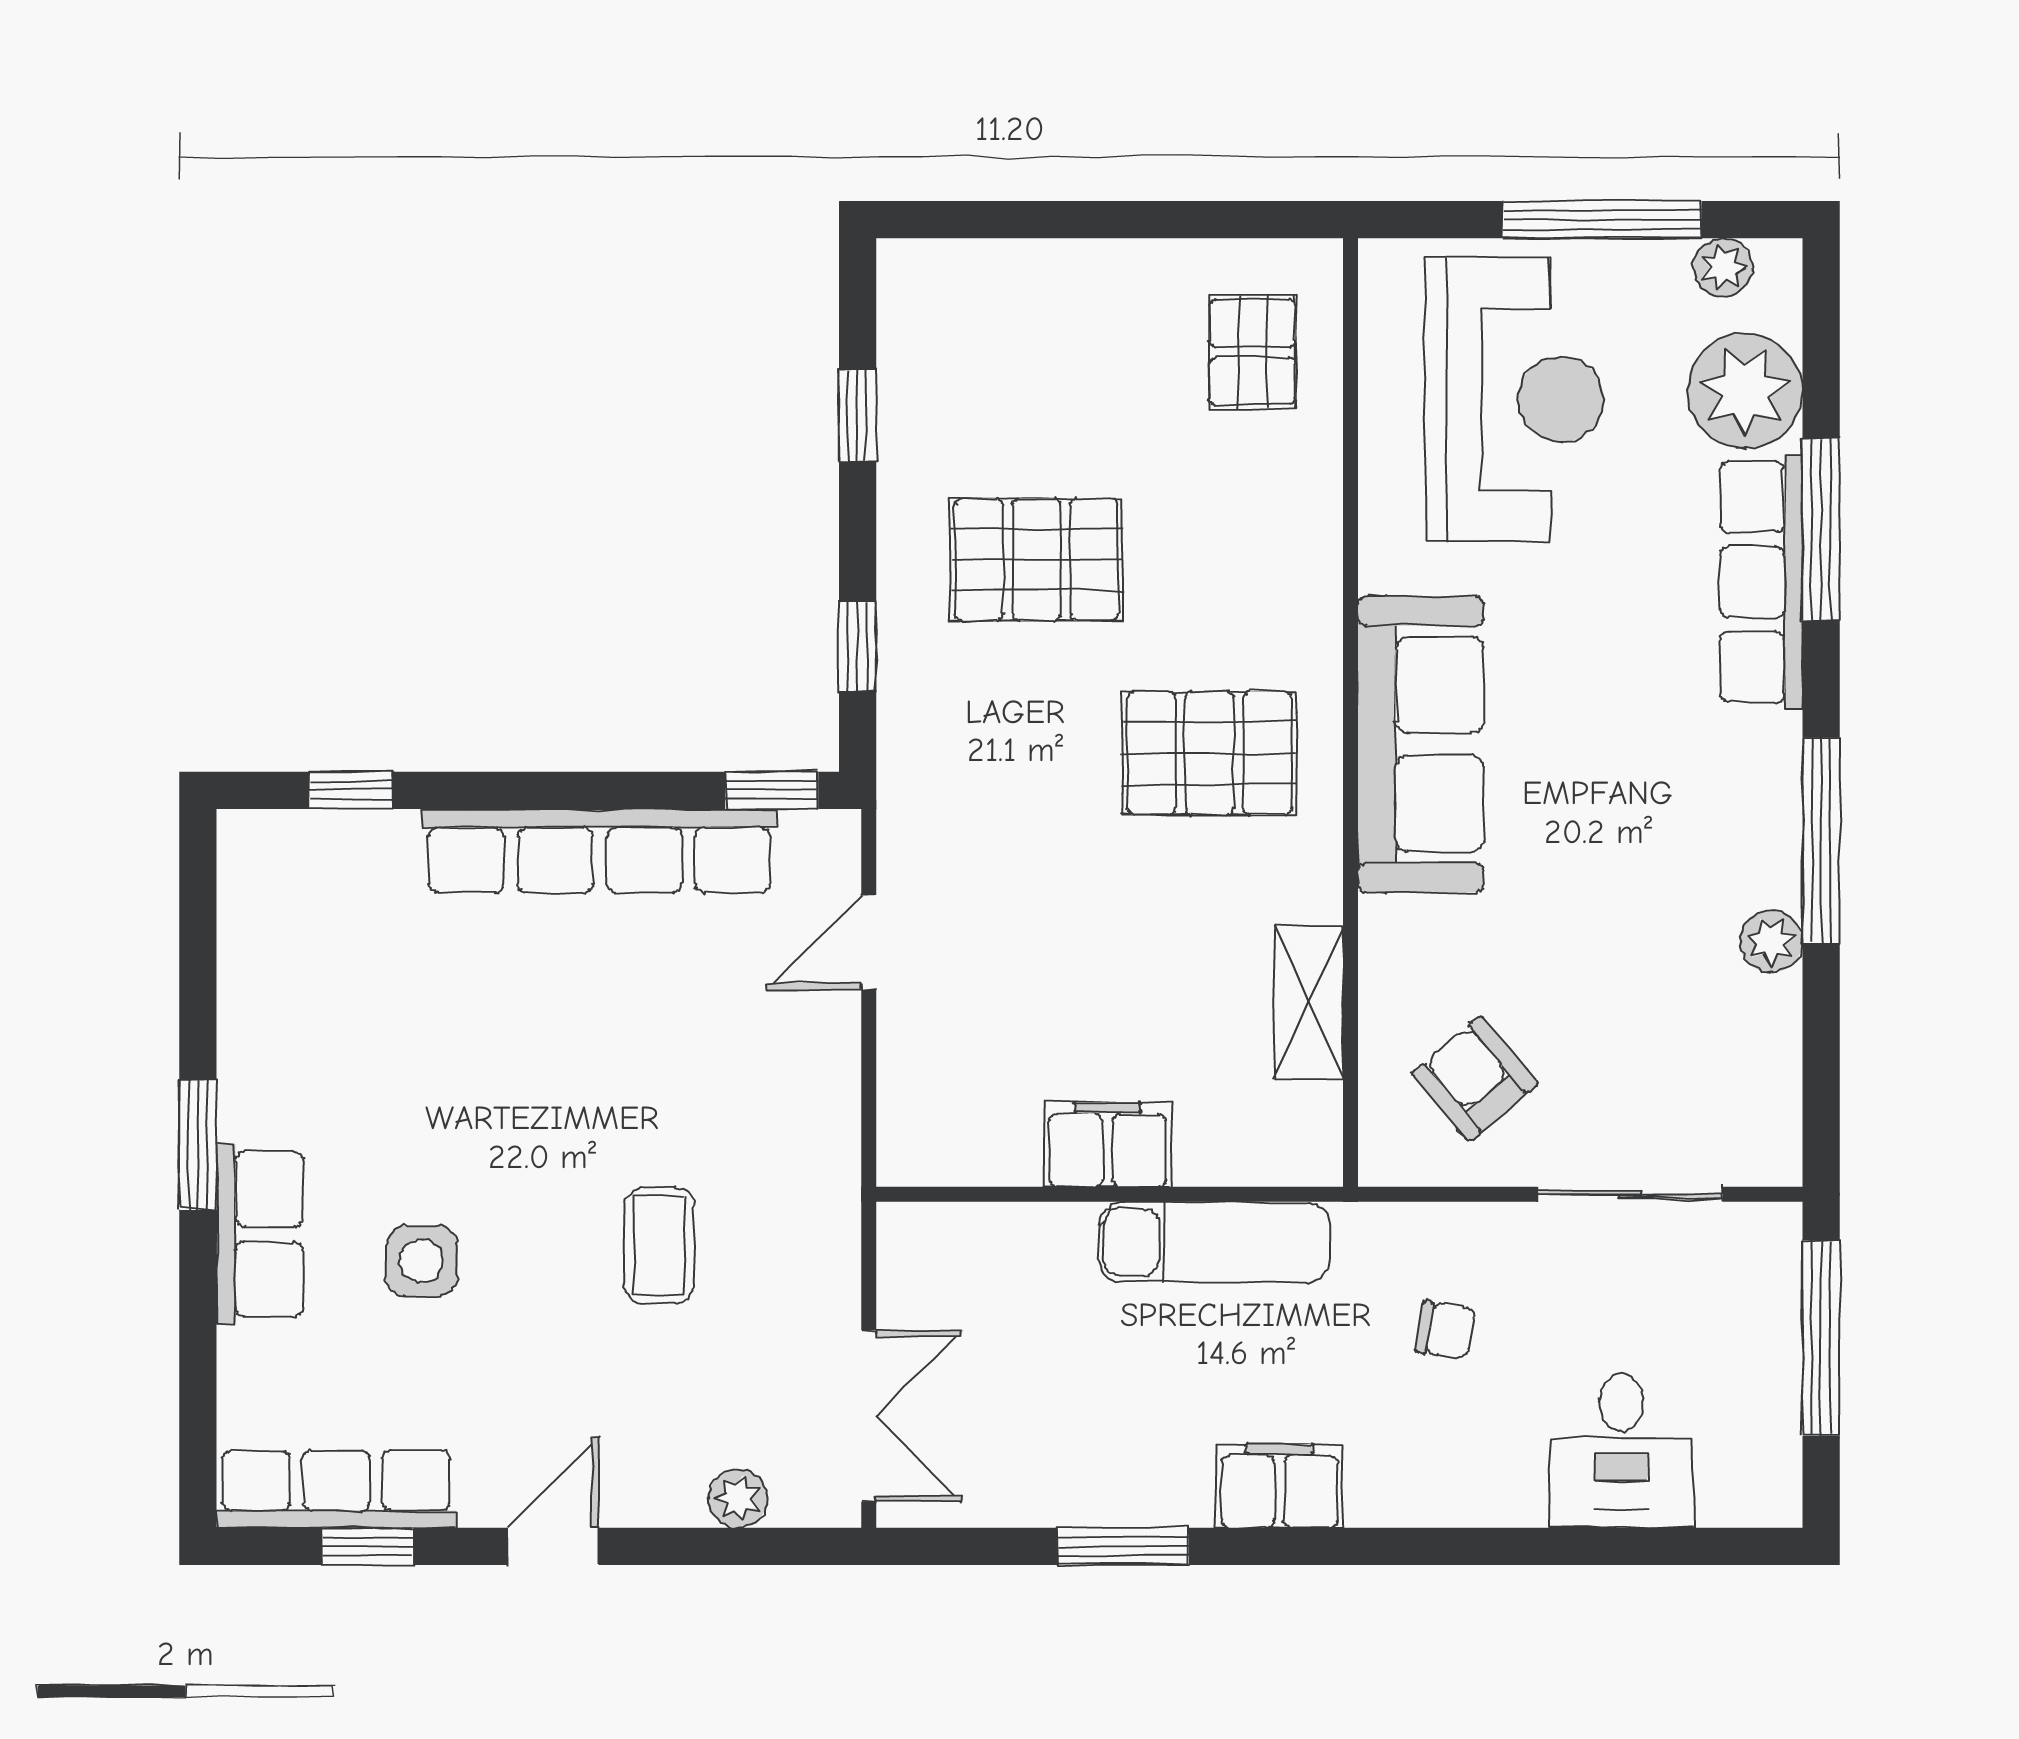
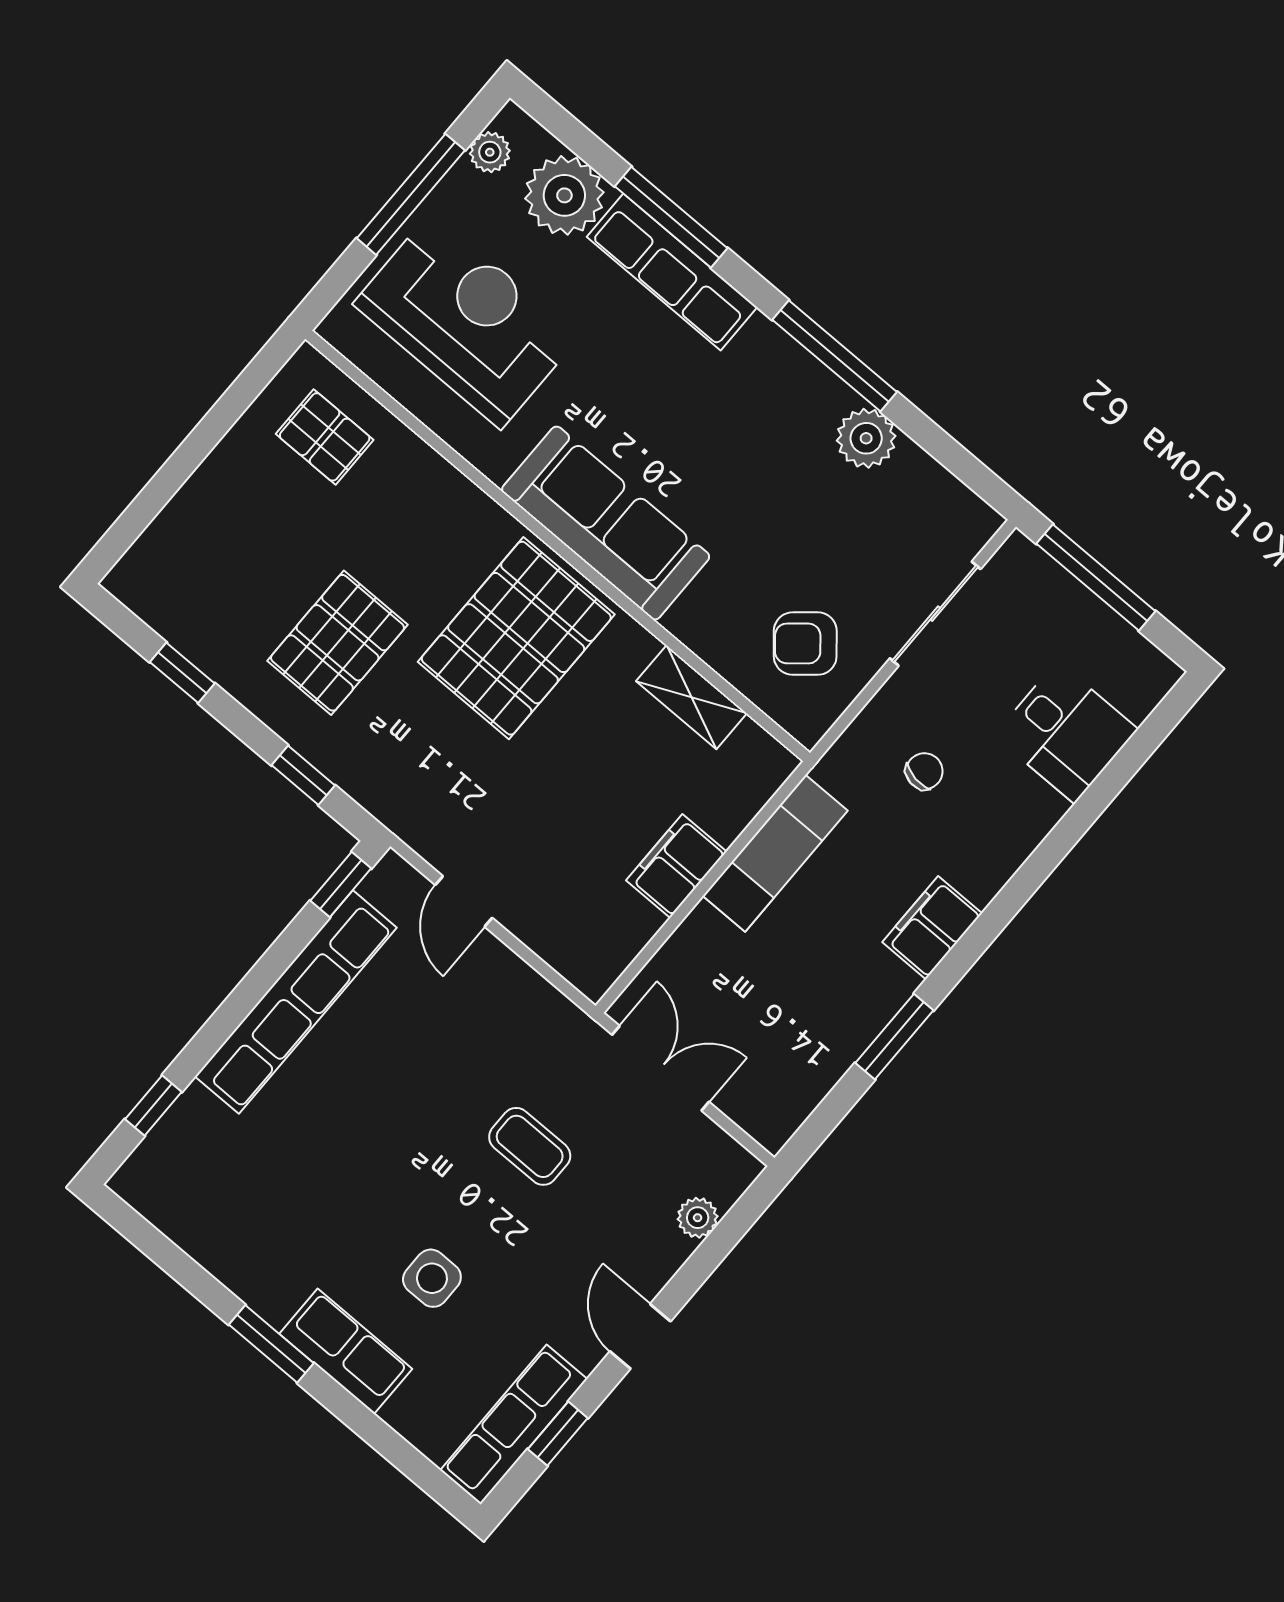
pallet: (1209, 753) -> (516, 638), width x1.37, depth x1.41
plant: (1771, 941) -> (866, 438), width x1.38, depth x1.38
double door: (869, 1416) -> (661, 1068), moved

